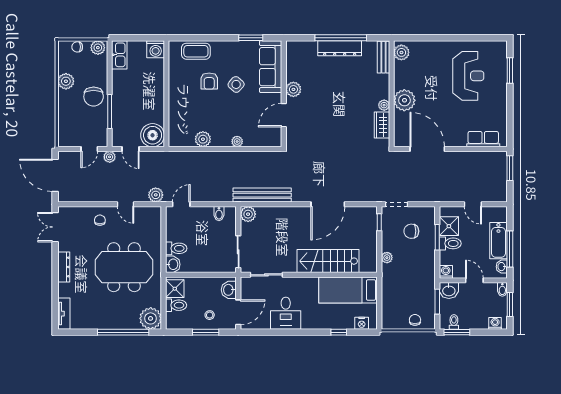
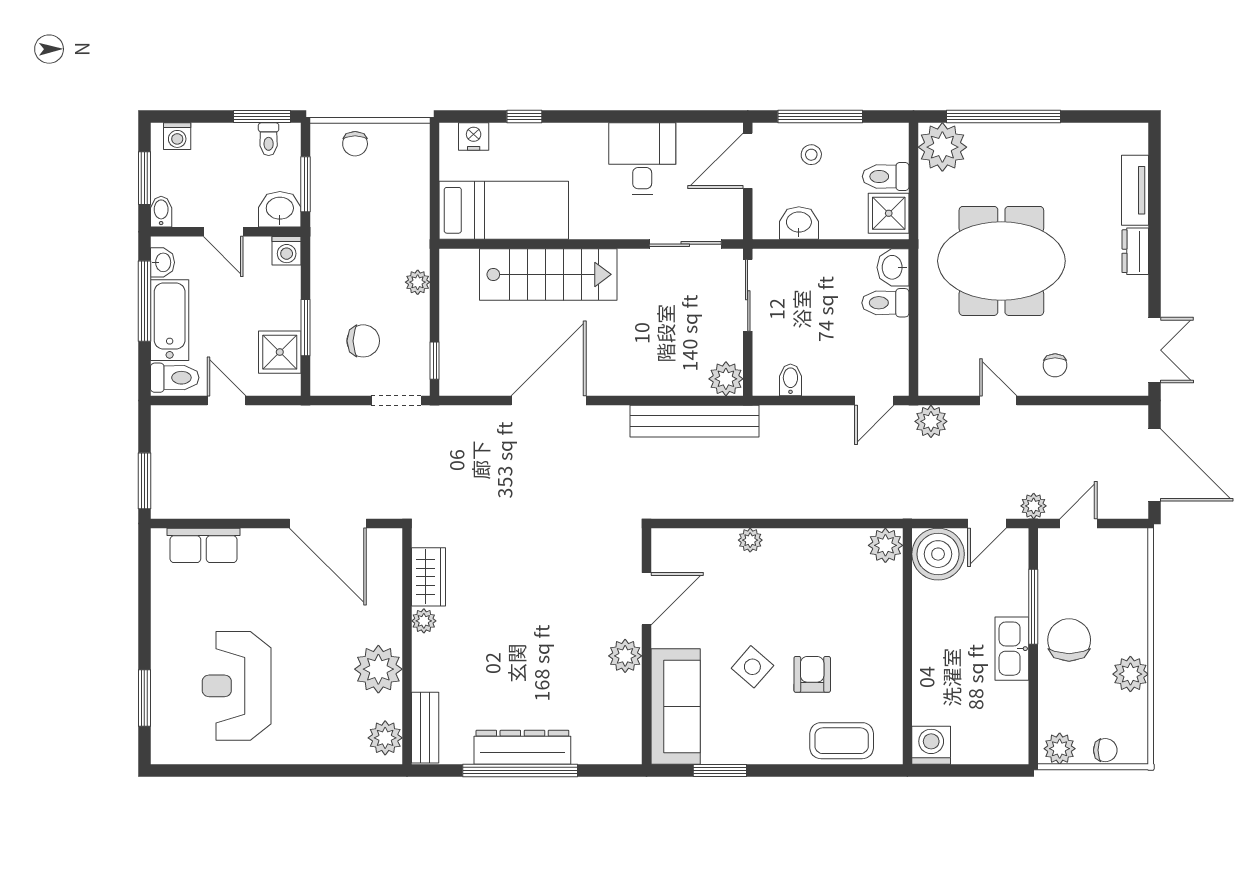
kitchen sink: (119, 55) -> (1012, 649), moved
plant: (404, 100) -> (378, 669), moved
plant: (203, 139) -> (885, 545), moved
door: (131, 149) -> (987, 523), swing flipped
toilet: (450, 243) -> (175, 378), moved, turned 180
dresser: (64, 267) -> (1135, 251), width x0.70
washbasin: (229, 290) -> (799, 223), moved, turned -90
tv unit: (64, 314) -> (1135, 190), moved
window: (206, 332) -> (820, 117), width x1.44

